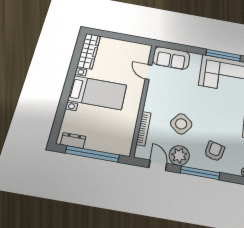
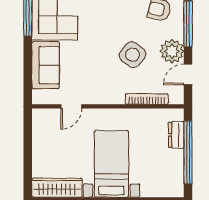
sofa: (171, 58) -> (46, 65), moved
dresser: (73, 141) -> (176, 135), moved

